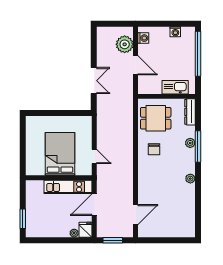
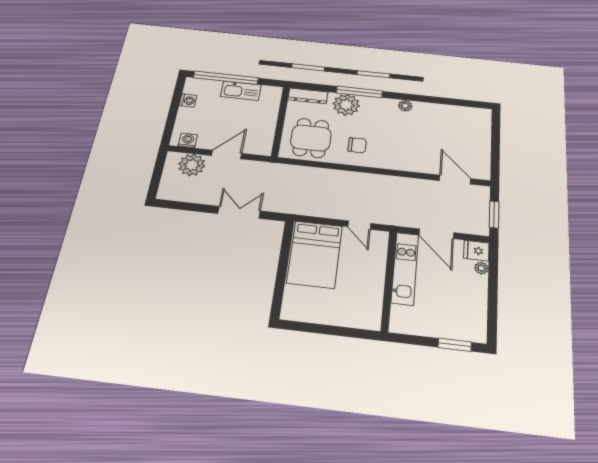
kitchen sink: (175, 87) -> (241, 91), moved, turned -90
plant: (190, 143) -> (346, 105), width x1.87, depth x1.87
bed: (60, 154) -> (315, 254), moved, turned -90
door: (94, 156) -> (359, 225), swing flipped

